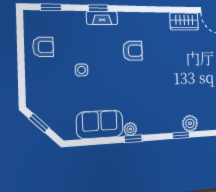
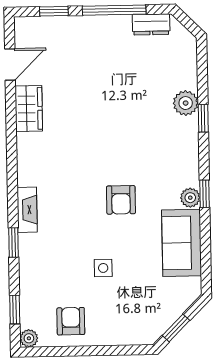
plant: (30, 17) -> (29, 338), added
fireplace: (102, 18) -> (27, 210), moved
armchair: (133, 51) -> (121, 200), moved, turned 180

